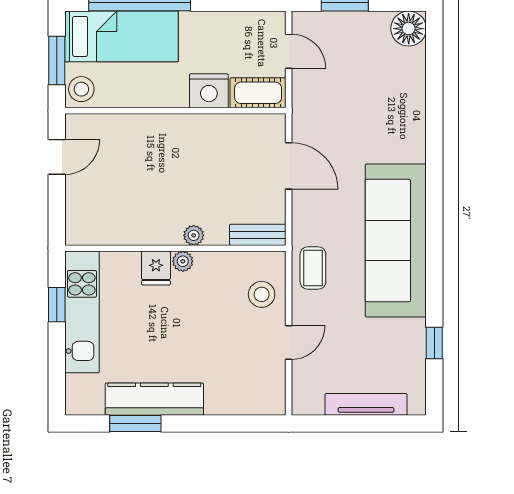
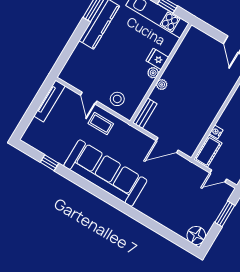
nightstand: (209, 91) -> (216, 132), width x0.53, depth x0.56
coffee table: (313, 268) -> (101, 124), moved
tv unit: (366, 404) -> (49, 101), moved

